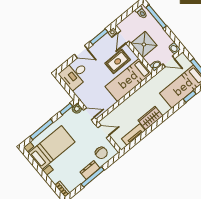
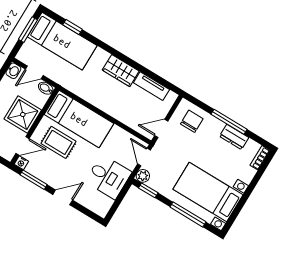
door: (81, 52) -> (63, 197), hinge flipped
door: (169, 61) -> (34, 72), swing flipped
desk: (75, 75) -> (108, 177), moved
door: (104, 131) -> (161, 128), hinge flipped
dresser: (90, 170) -> (234, 137), moved

